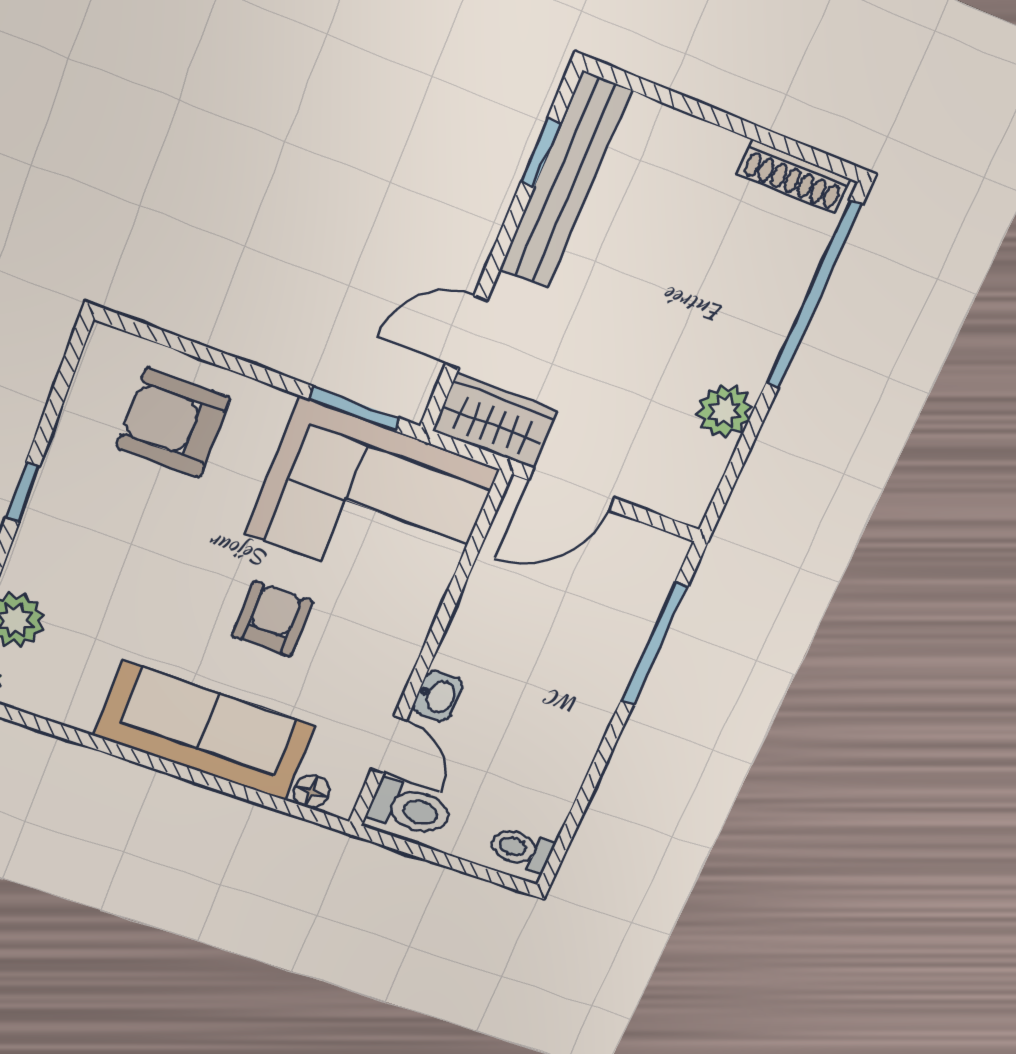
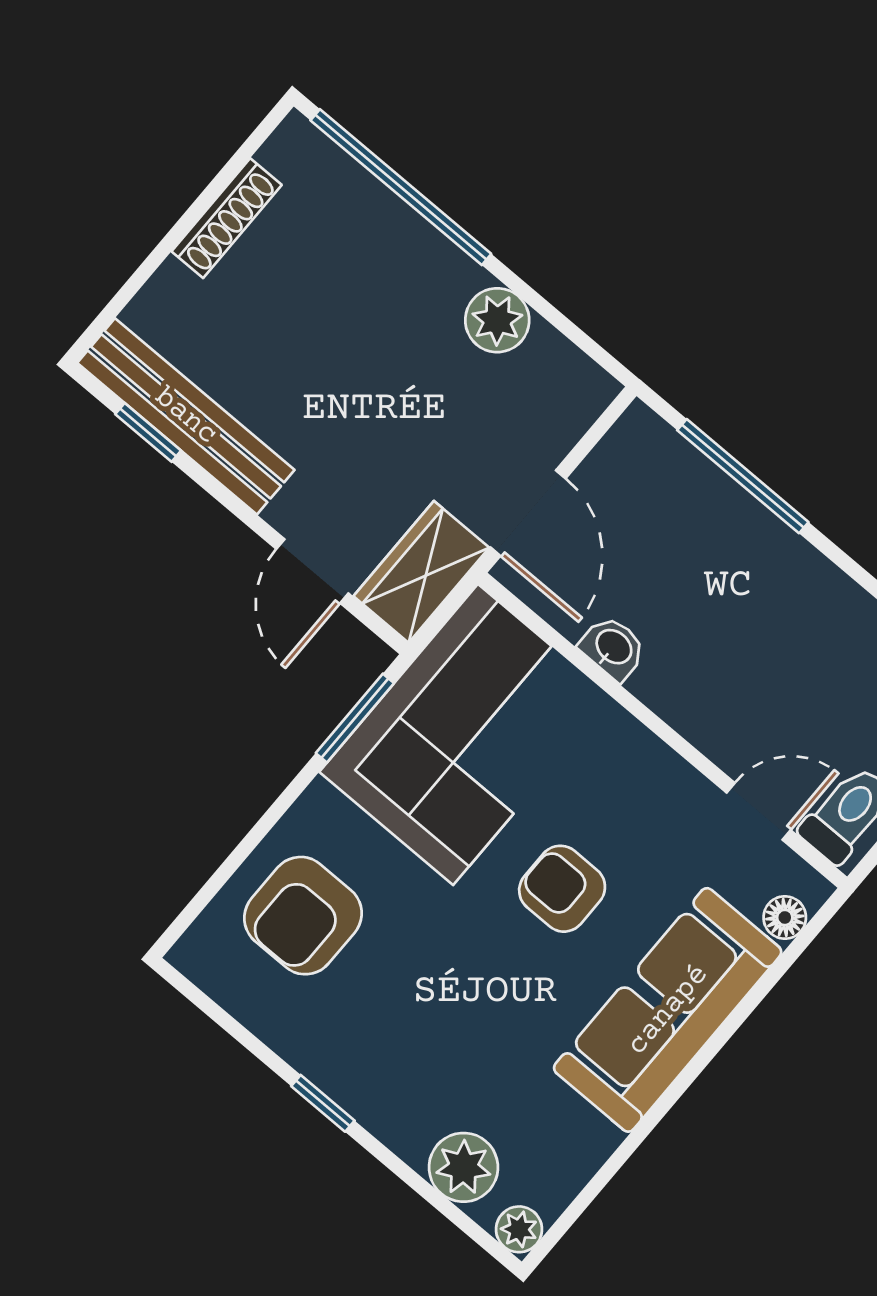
shoe rack: (794, 176) -> (227, 218), moved
washbasin: (438, 696) -> (613, 648), moved

